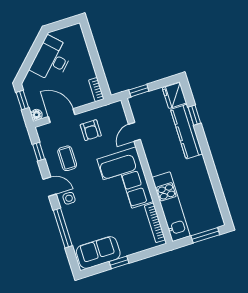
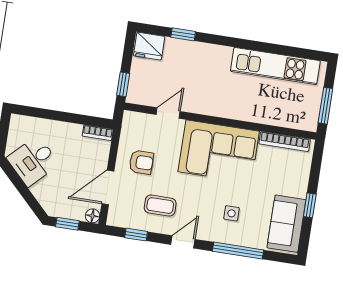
desk: (52, 59) -> (33, 161), width x0.73
door: (134, 132) -> (168, 113), swing flipped
kitchen counter: (187, 132) -> (198, 53), removed
side table: (69, 198) -> (231, 213), moved
kitchen unit: (171, 207) -> (275, 66), moved, turned 180
window: (205, 235) -> (325, 106), moved

